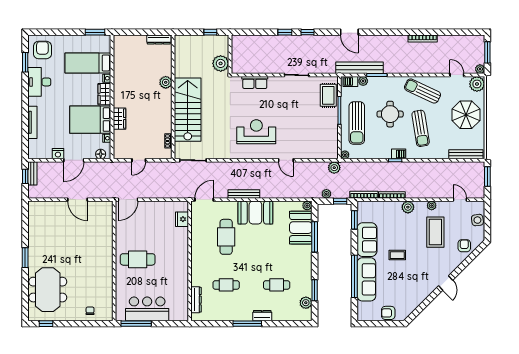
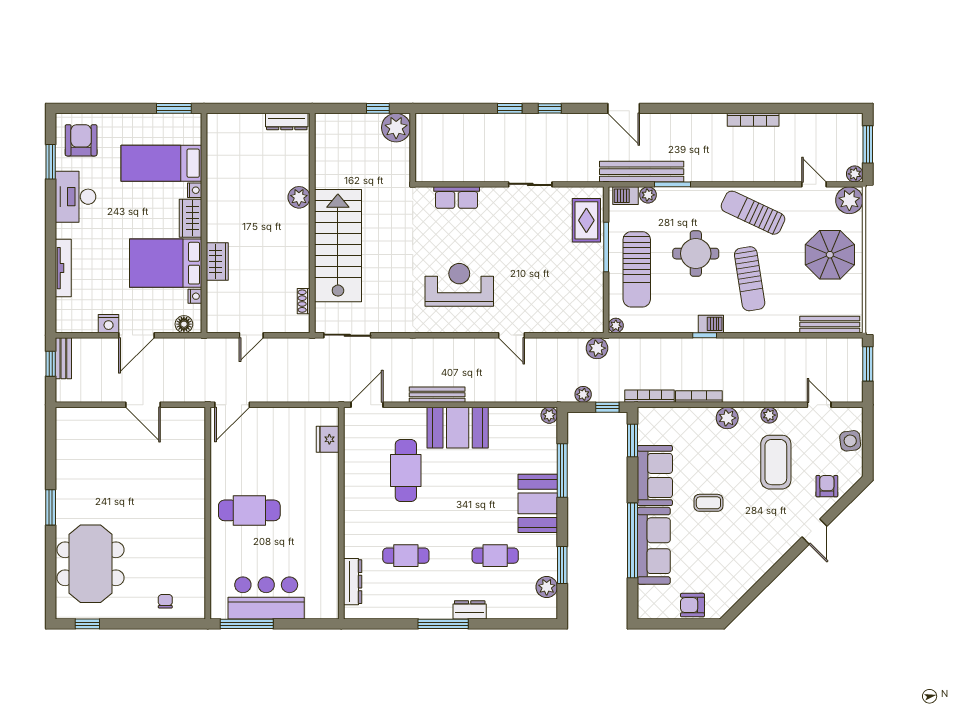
plant: (221, 63) -> (396, 128), moved
booth: (301, 228) -> (538, 503), moved
door: (446, 283) -> (814, 532), moved

